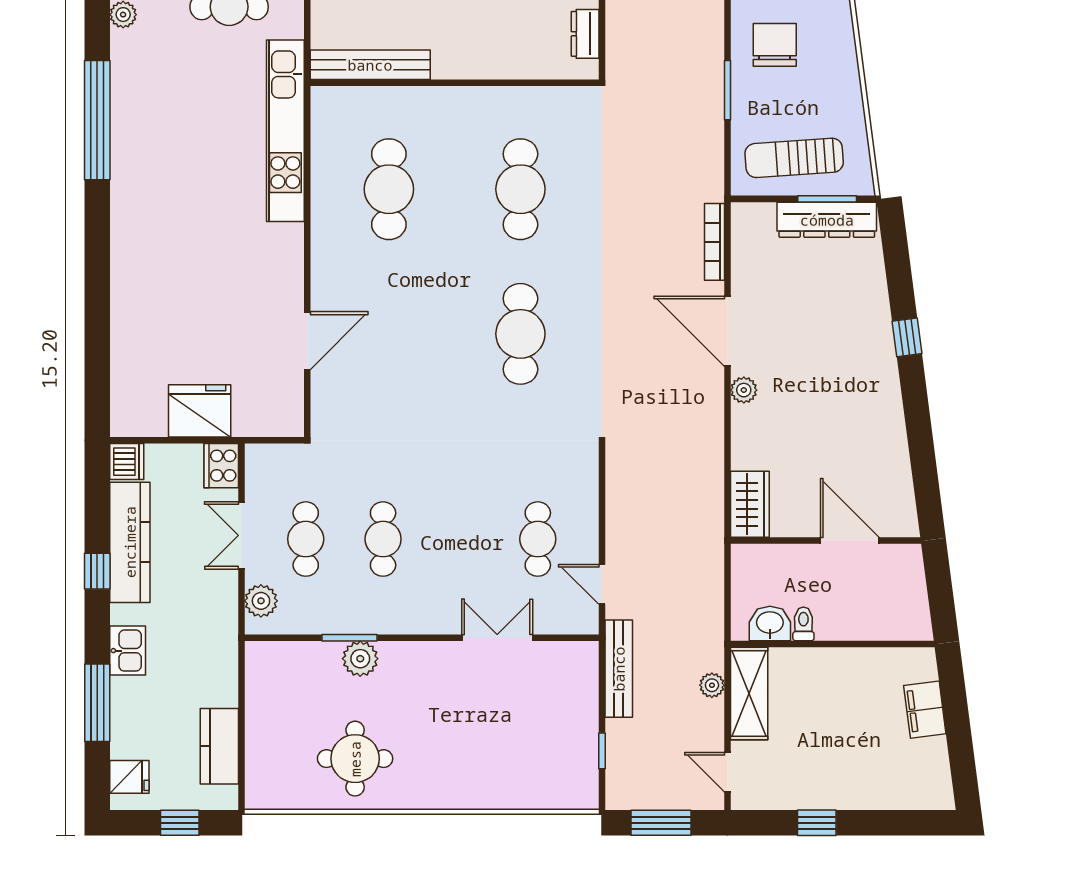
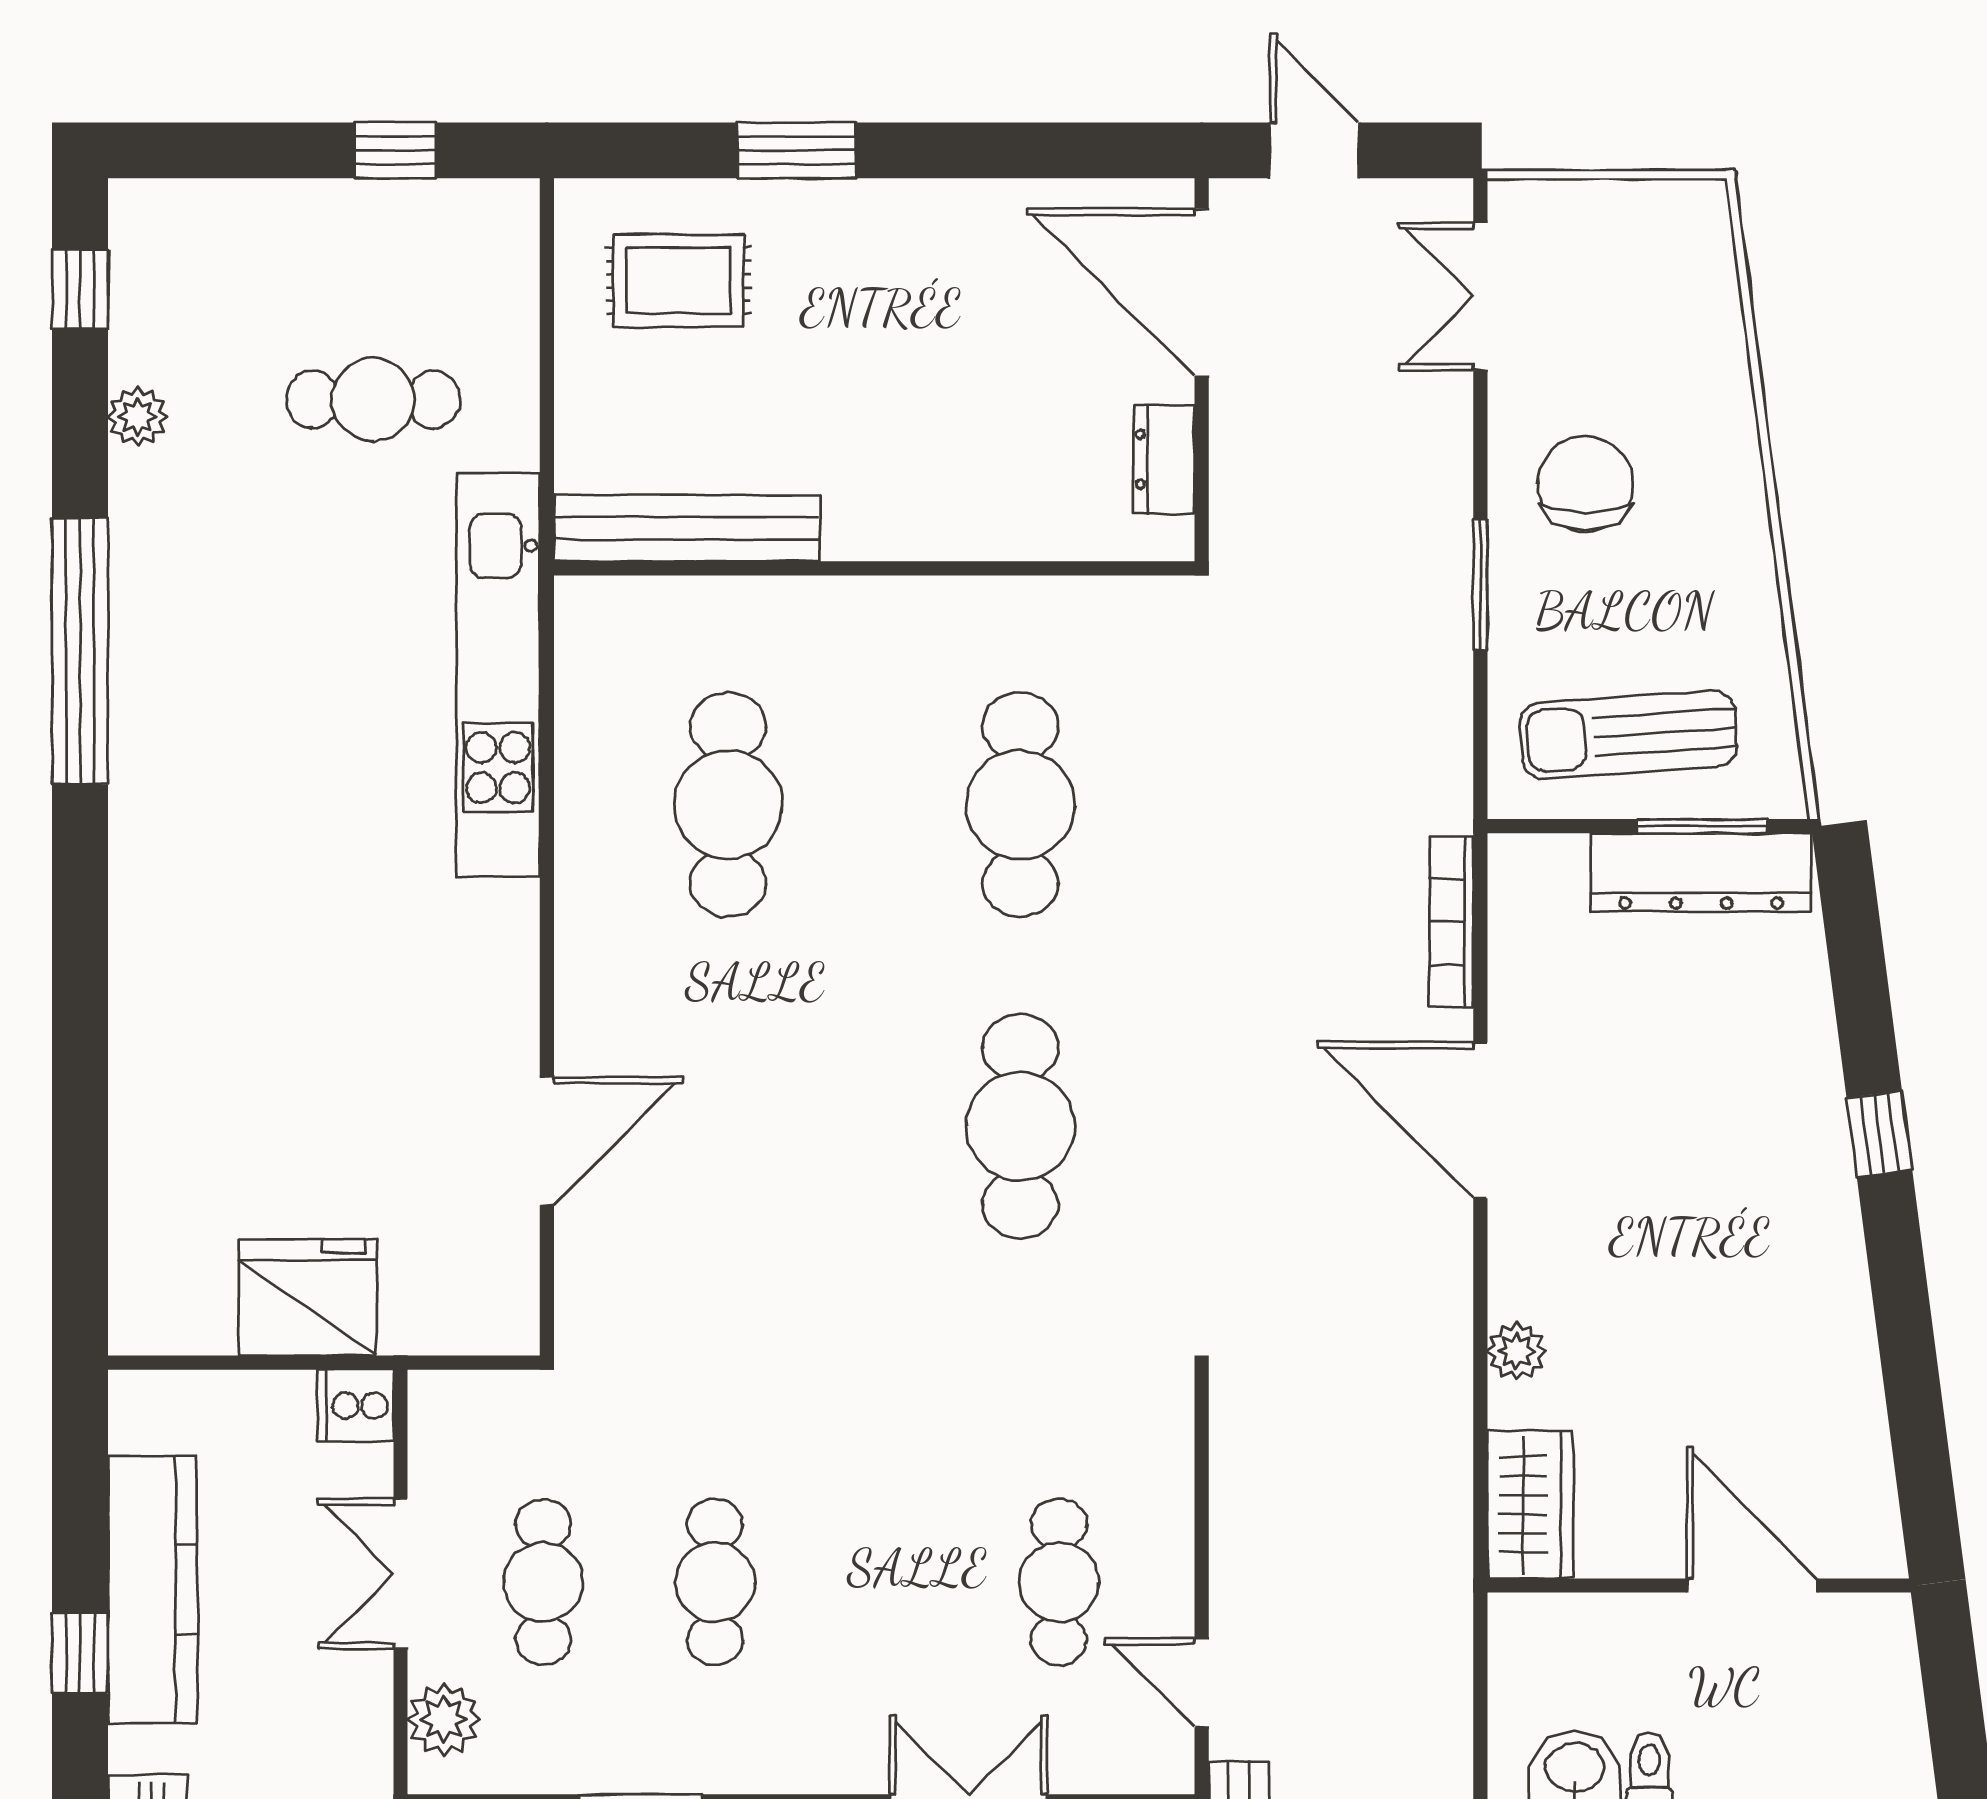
plant: (744, 390) -> (1517, 1351), moved
dishwasher: (127, 462) -> (146, 1410), removed
cooker: (221, 466) -> (355, 1406), width x0.73

